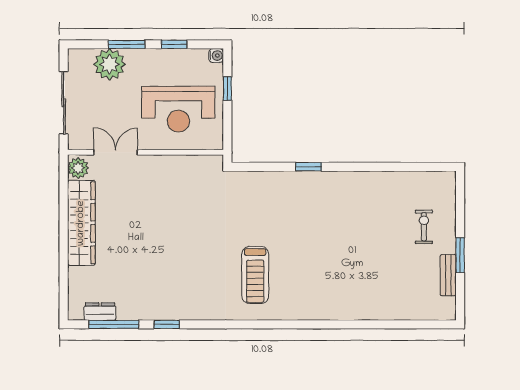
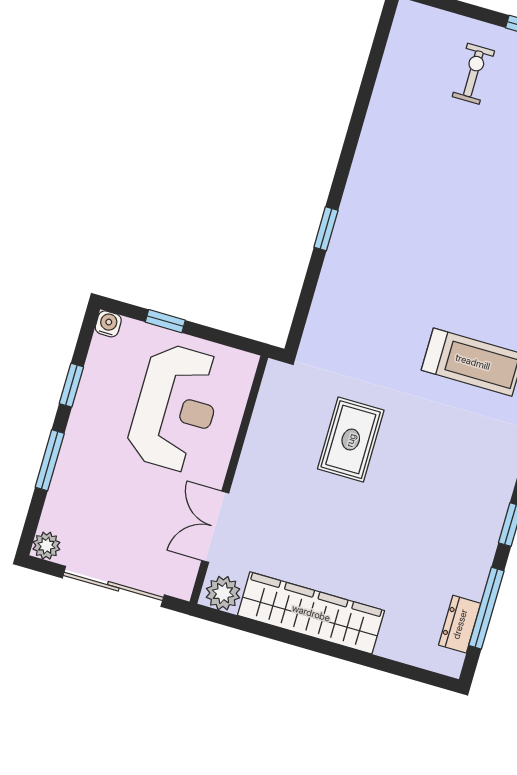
plant: (110, 64) -> (46, 546), moved, width x0.53, depth x0.53
rug: (189, 217) -> (351, 440), added
exercise bike: (424, 227) -> (473, 74), turned 90

